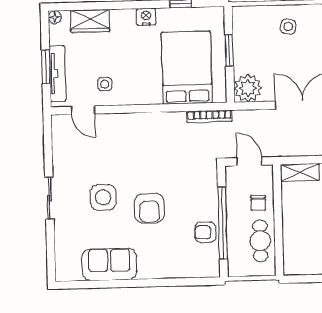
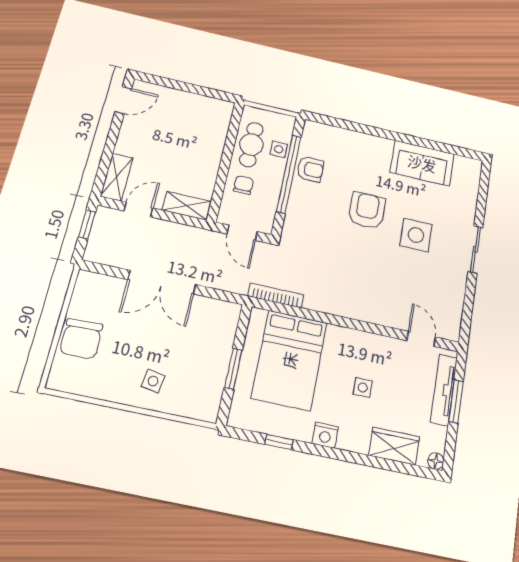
side table: (105, 84) -> (363, 388), moved
plant: (248, 88) -> (222, 317), removed
side table: (236, 243) -> (279, 149), added

